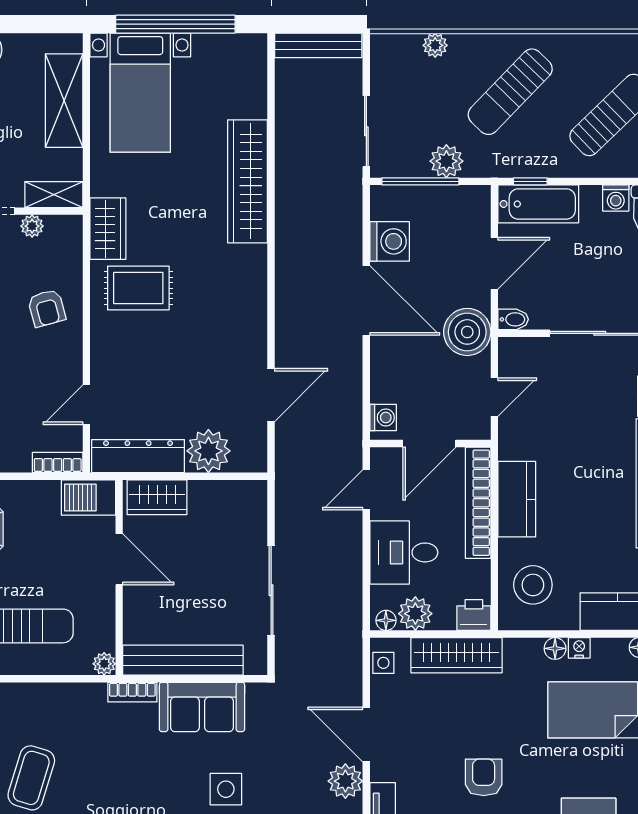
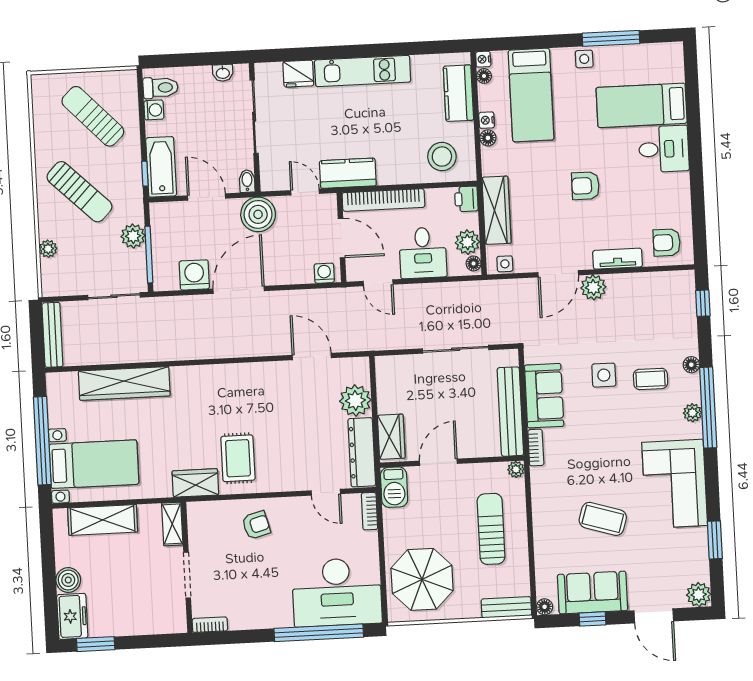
wardrobe: (248, 181) -> (124, 383), moved
plant: (32, 226) -> (196, 539), removed
kitchen counter: (517, 499) -> (348, 173), moved

